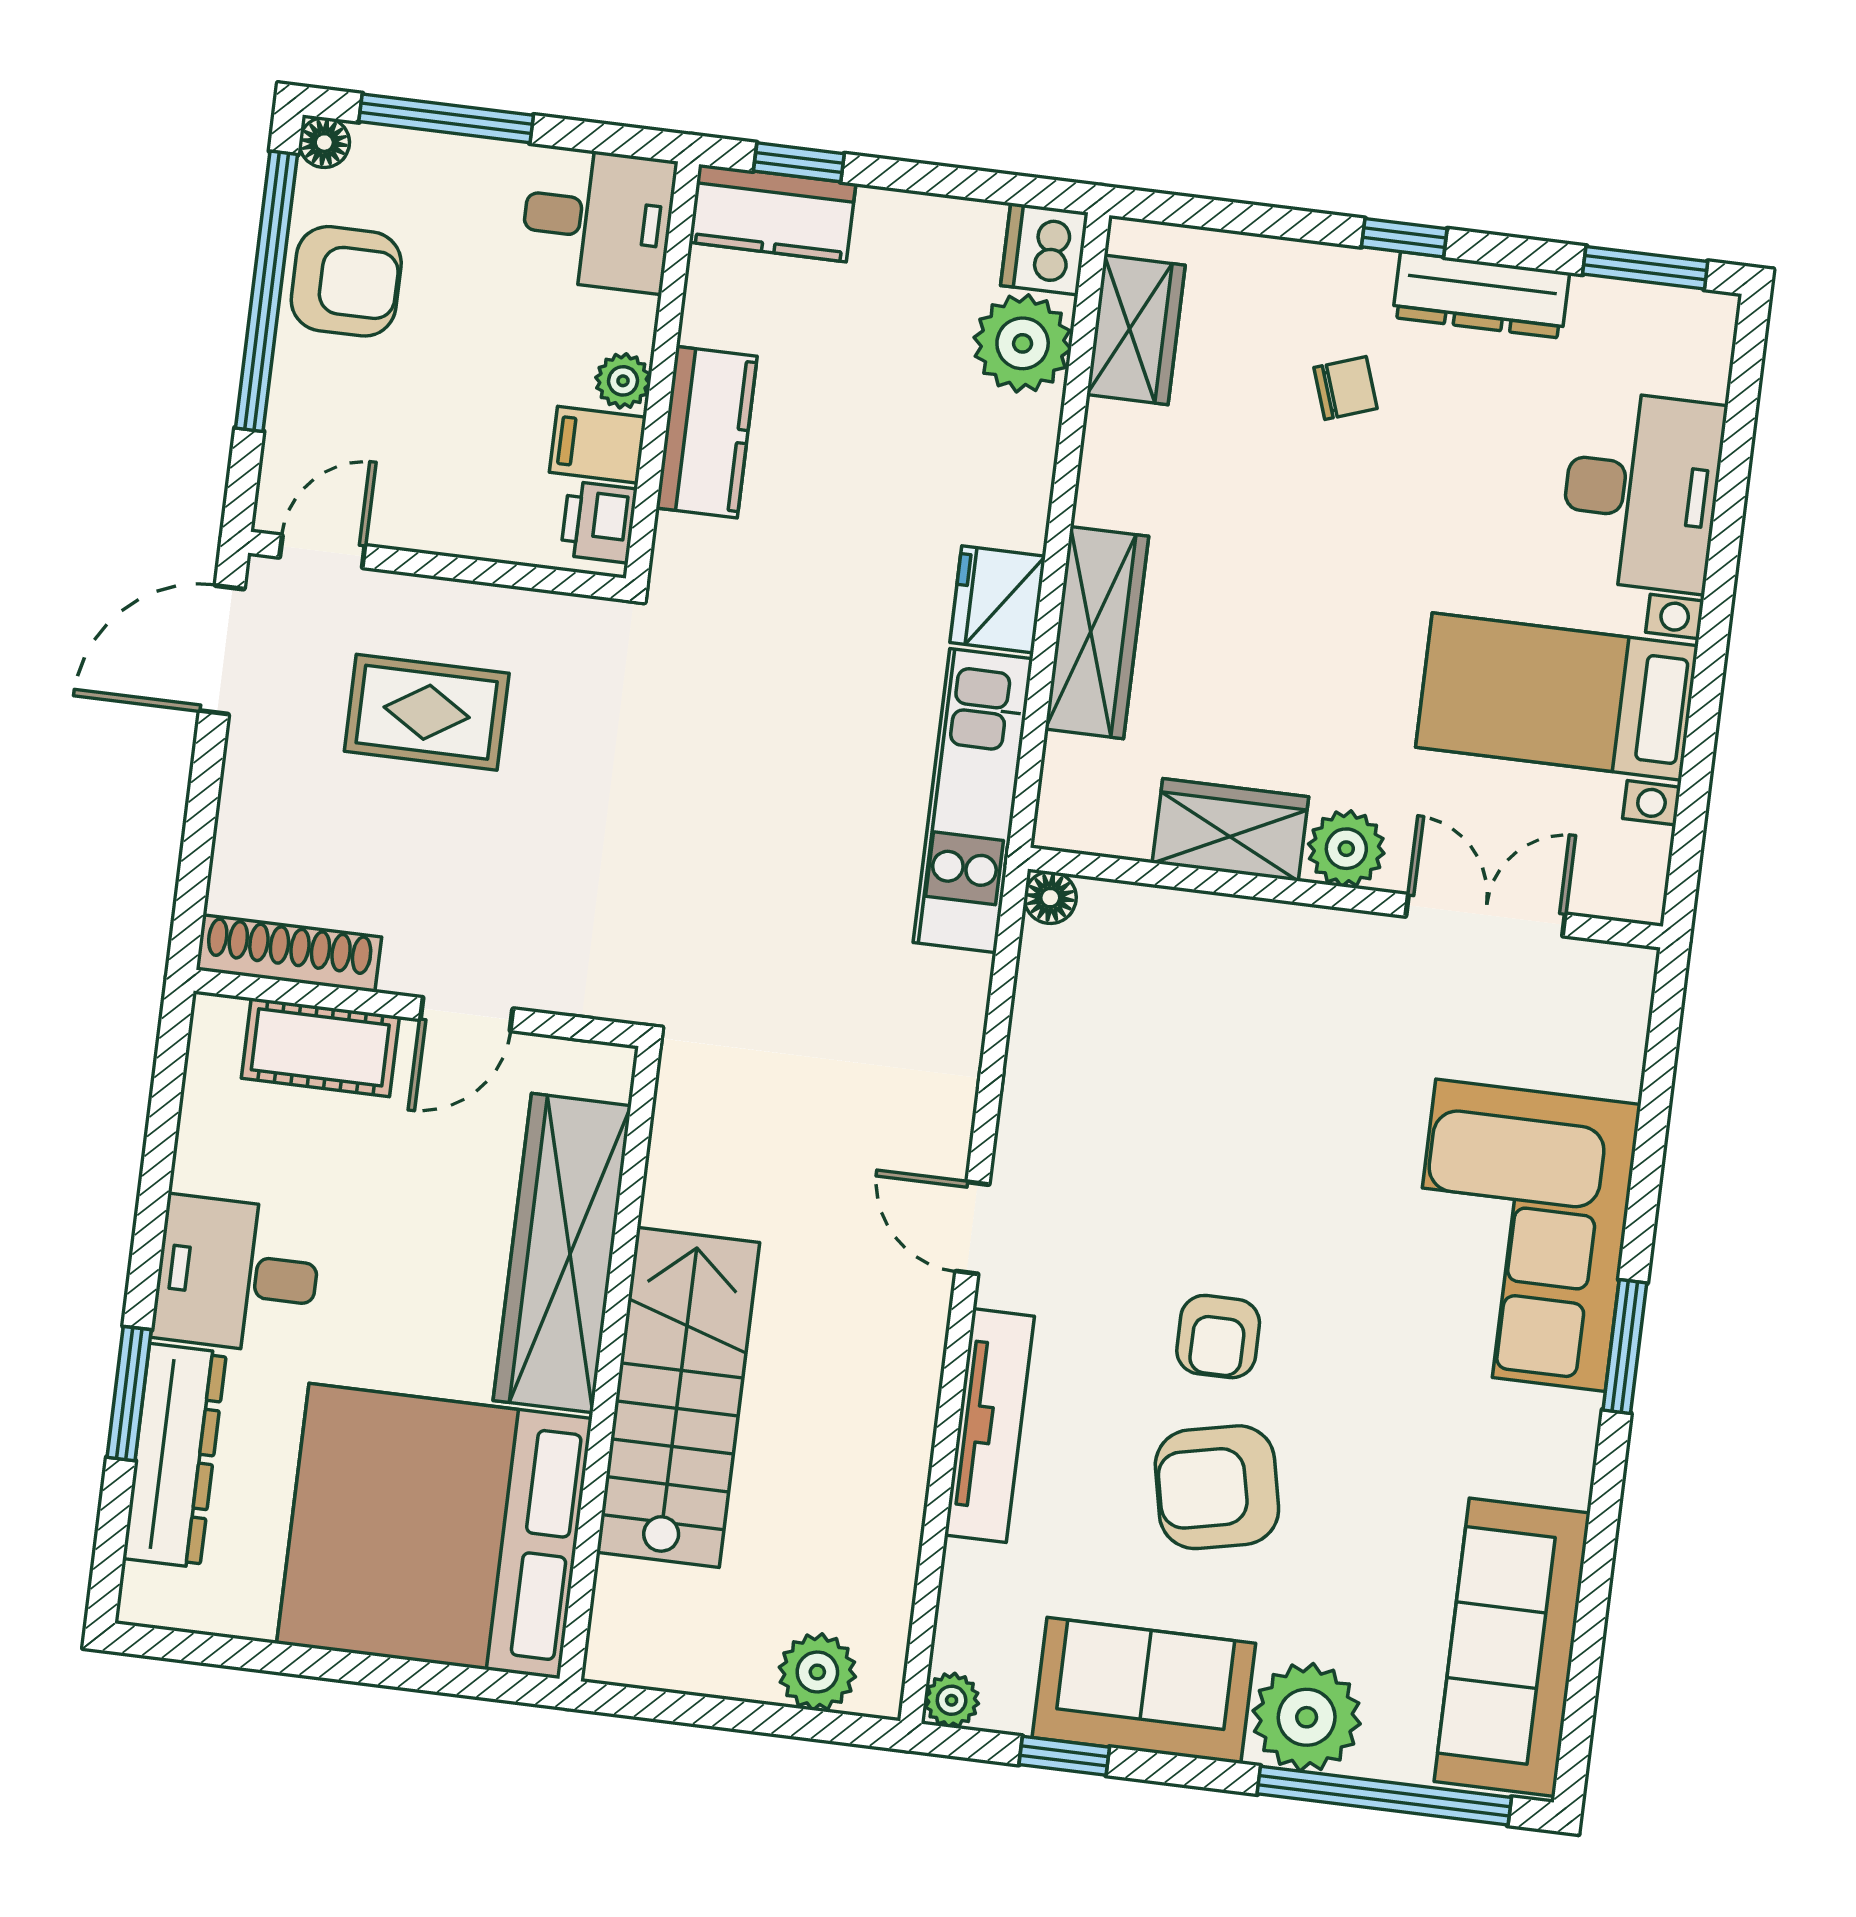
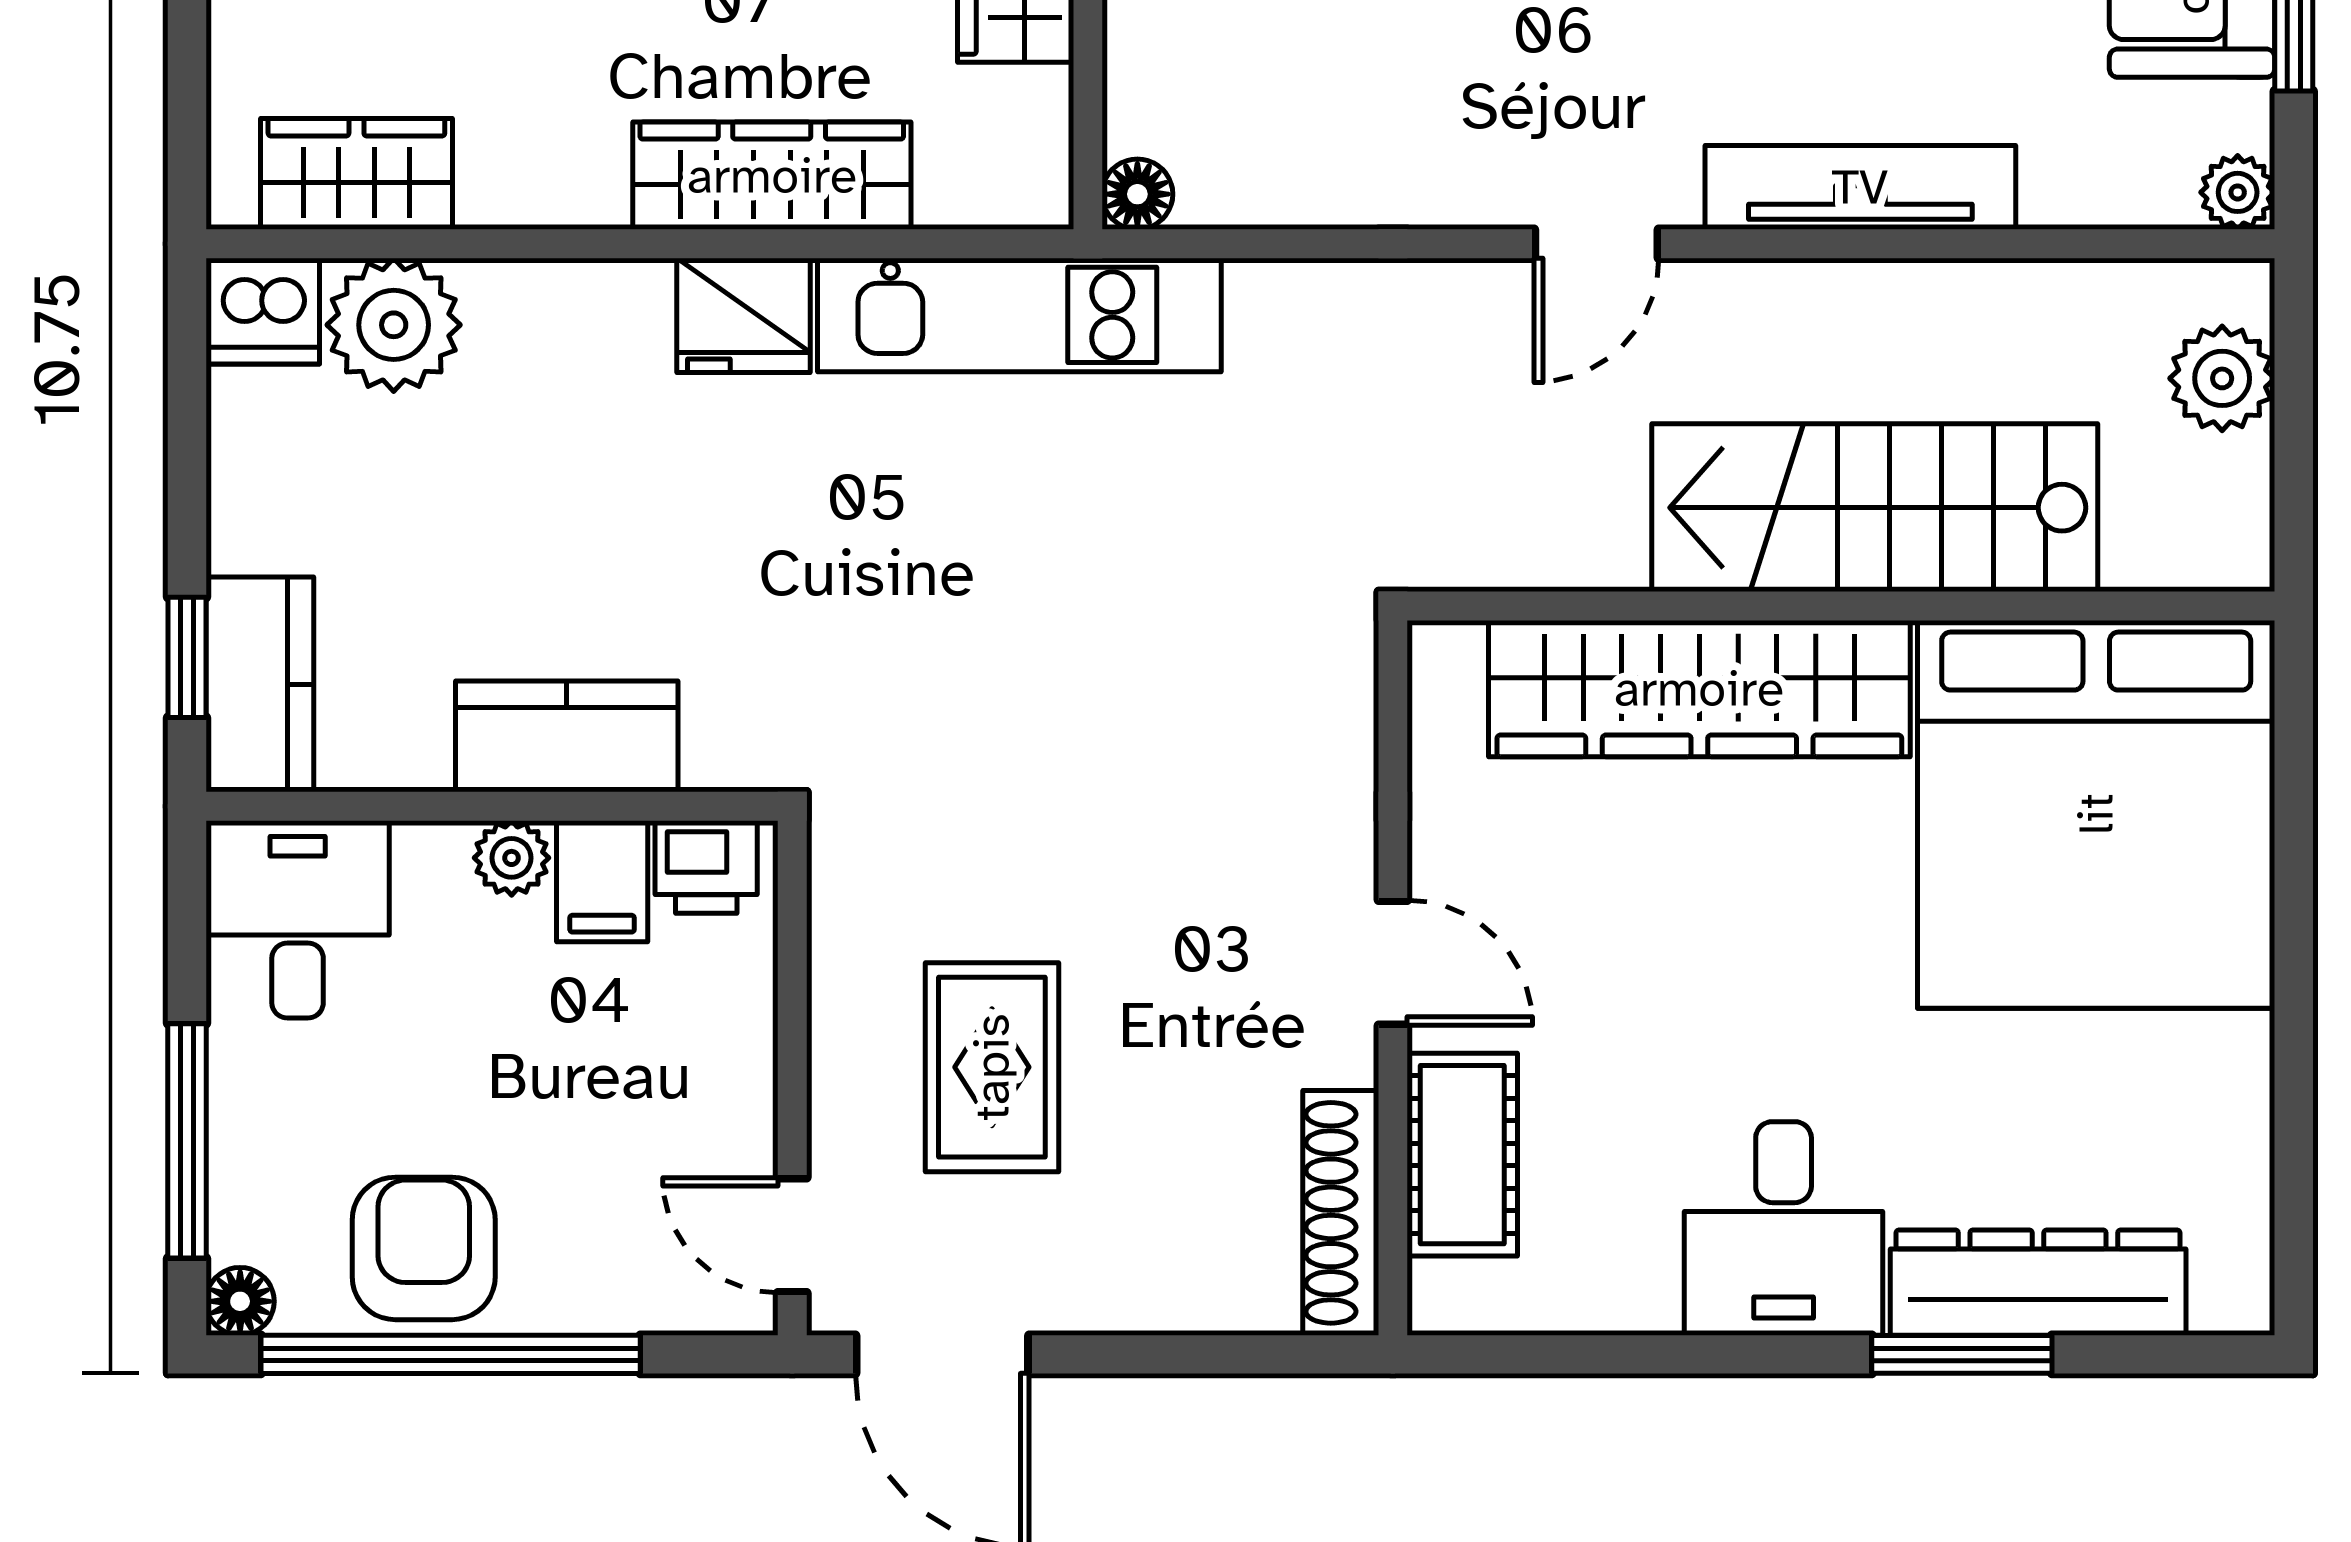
wardrobe: (562, 1253) -> (1699, 689), moved
wall: (609, 1364) -> (1841, 606), moved
stairs: (678, 1397) -> (1875, 508), moved
bed: (434, 1531) -> (2096, 814), moved

